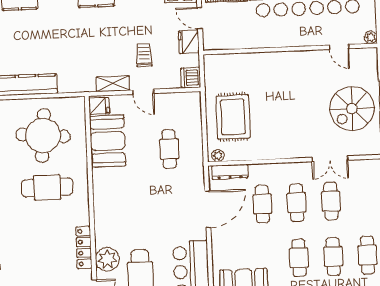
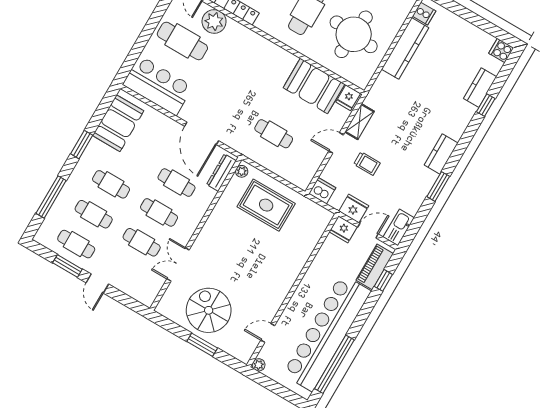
fridge: (212, 39) -> (343, 229), added

